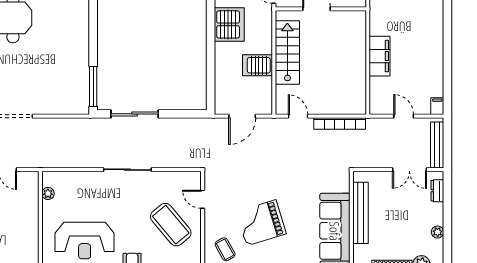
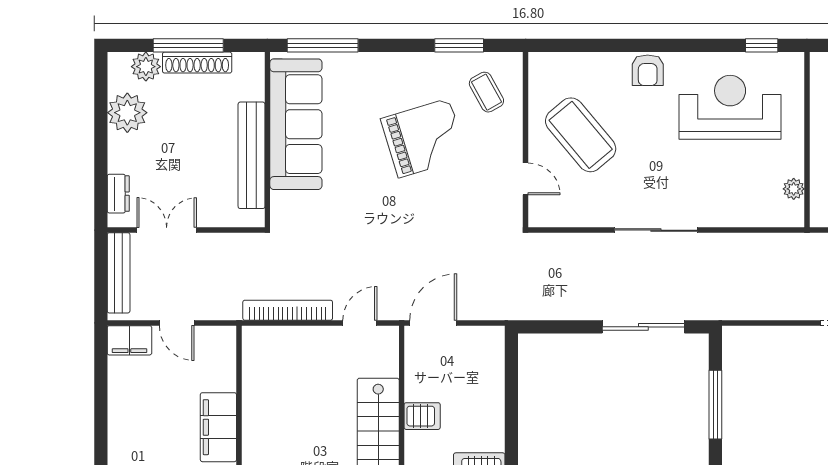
server rack: (258, 65) -> (422, 416), width x0.73, depth x0.70
window: (93, 87) -> (715, 405), moved
filing cabinet: (437, 106) -> (129, 340), width x2.00
door: (242, 116) -> (433, 323), moved
door: (298, 116) -> (360, 323), swing flipped
plant: (438, 232) -> (127, 113), width x1.87, depth x1.87

